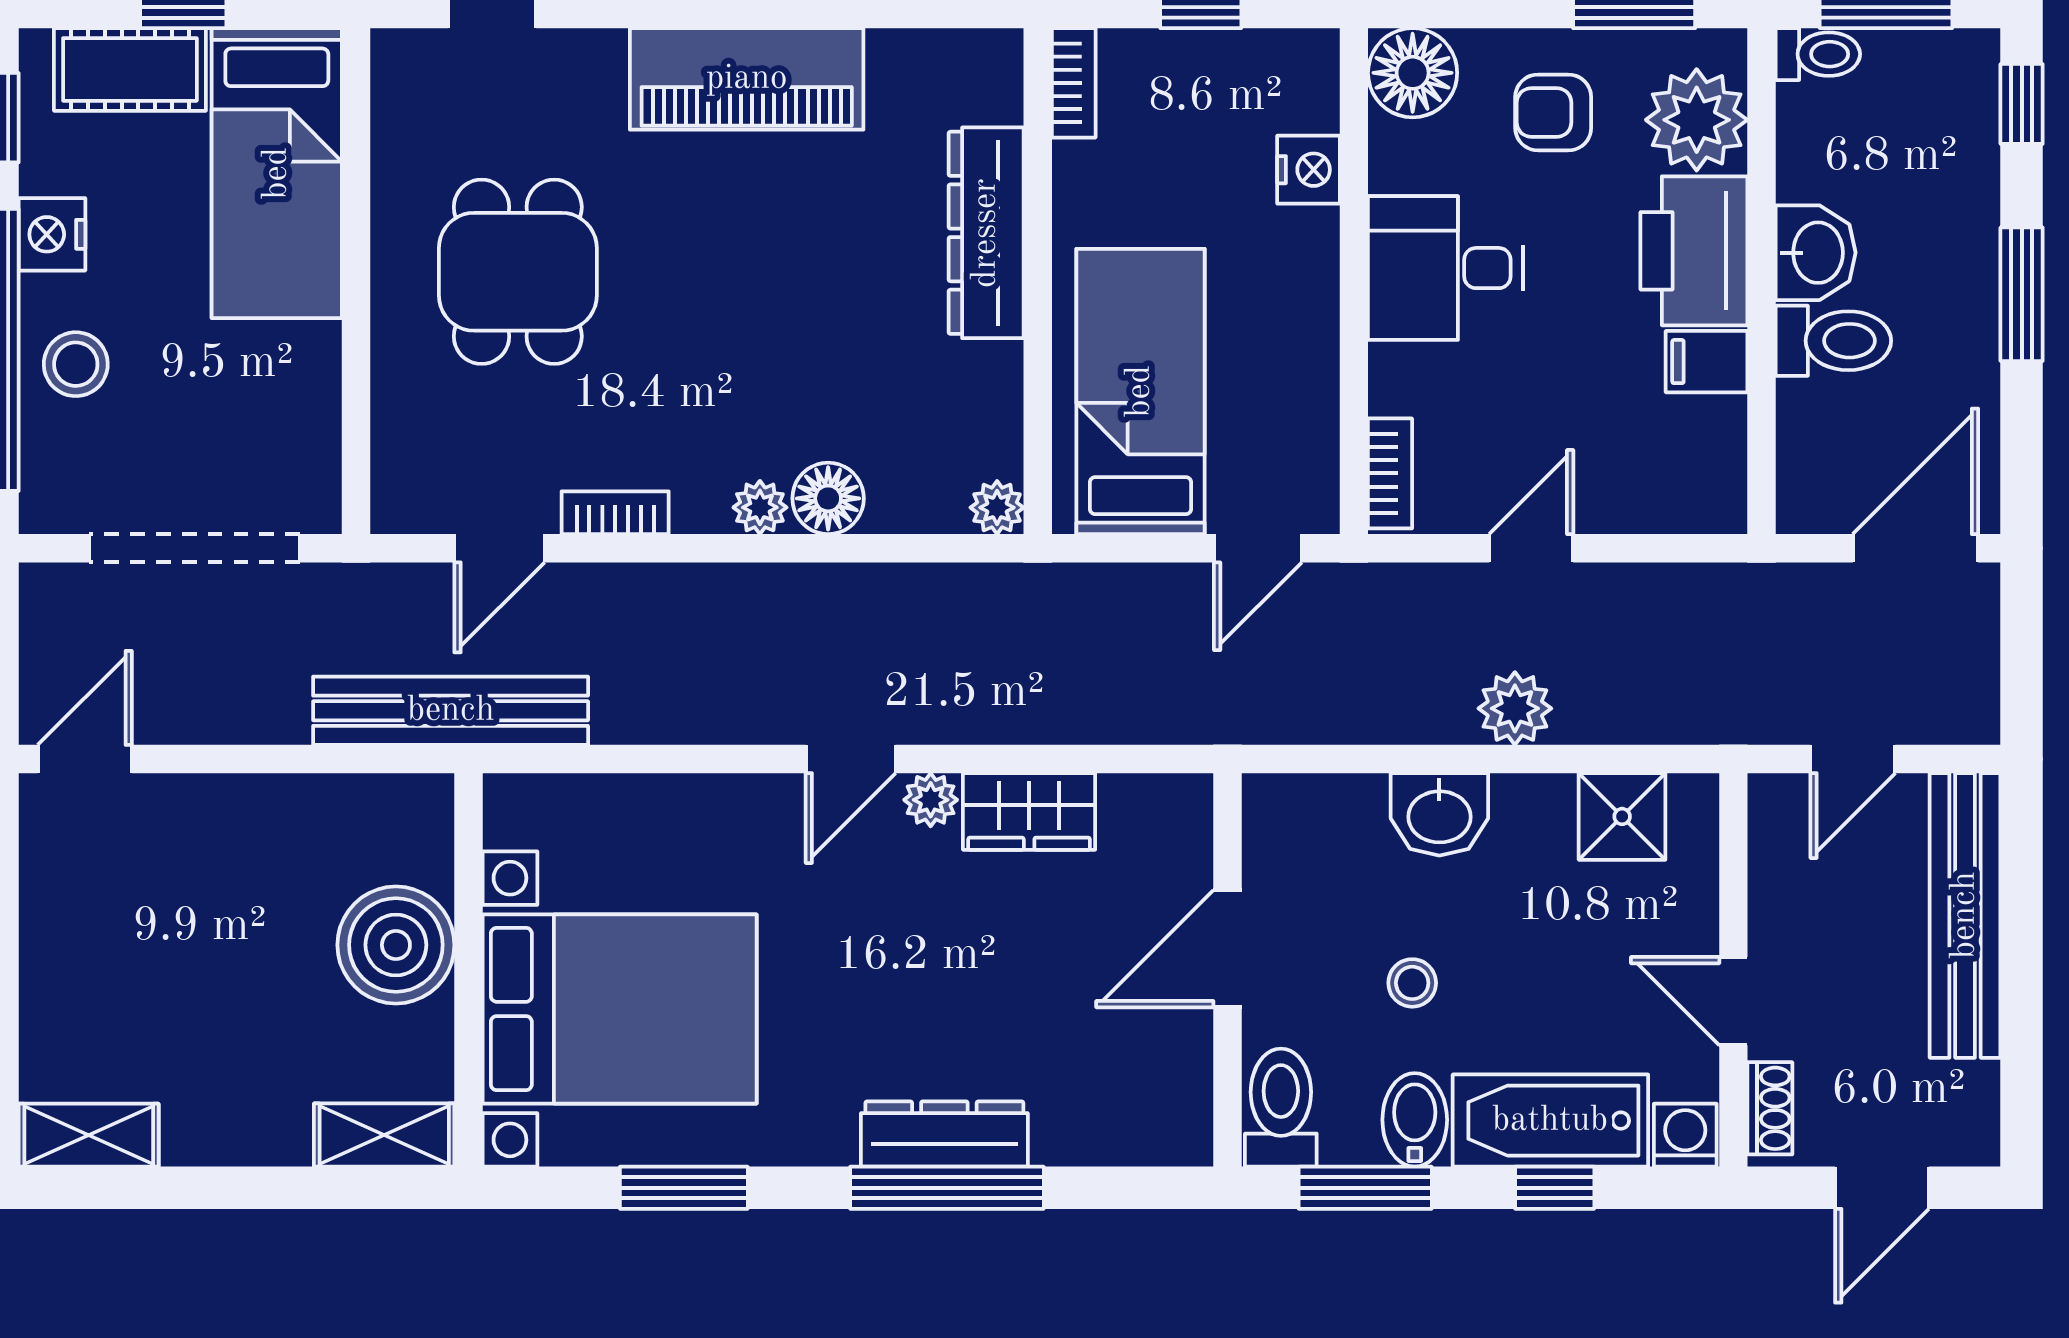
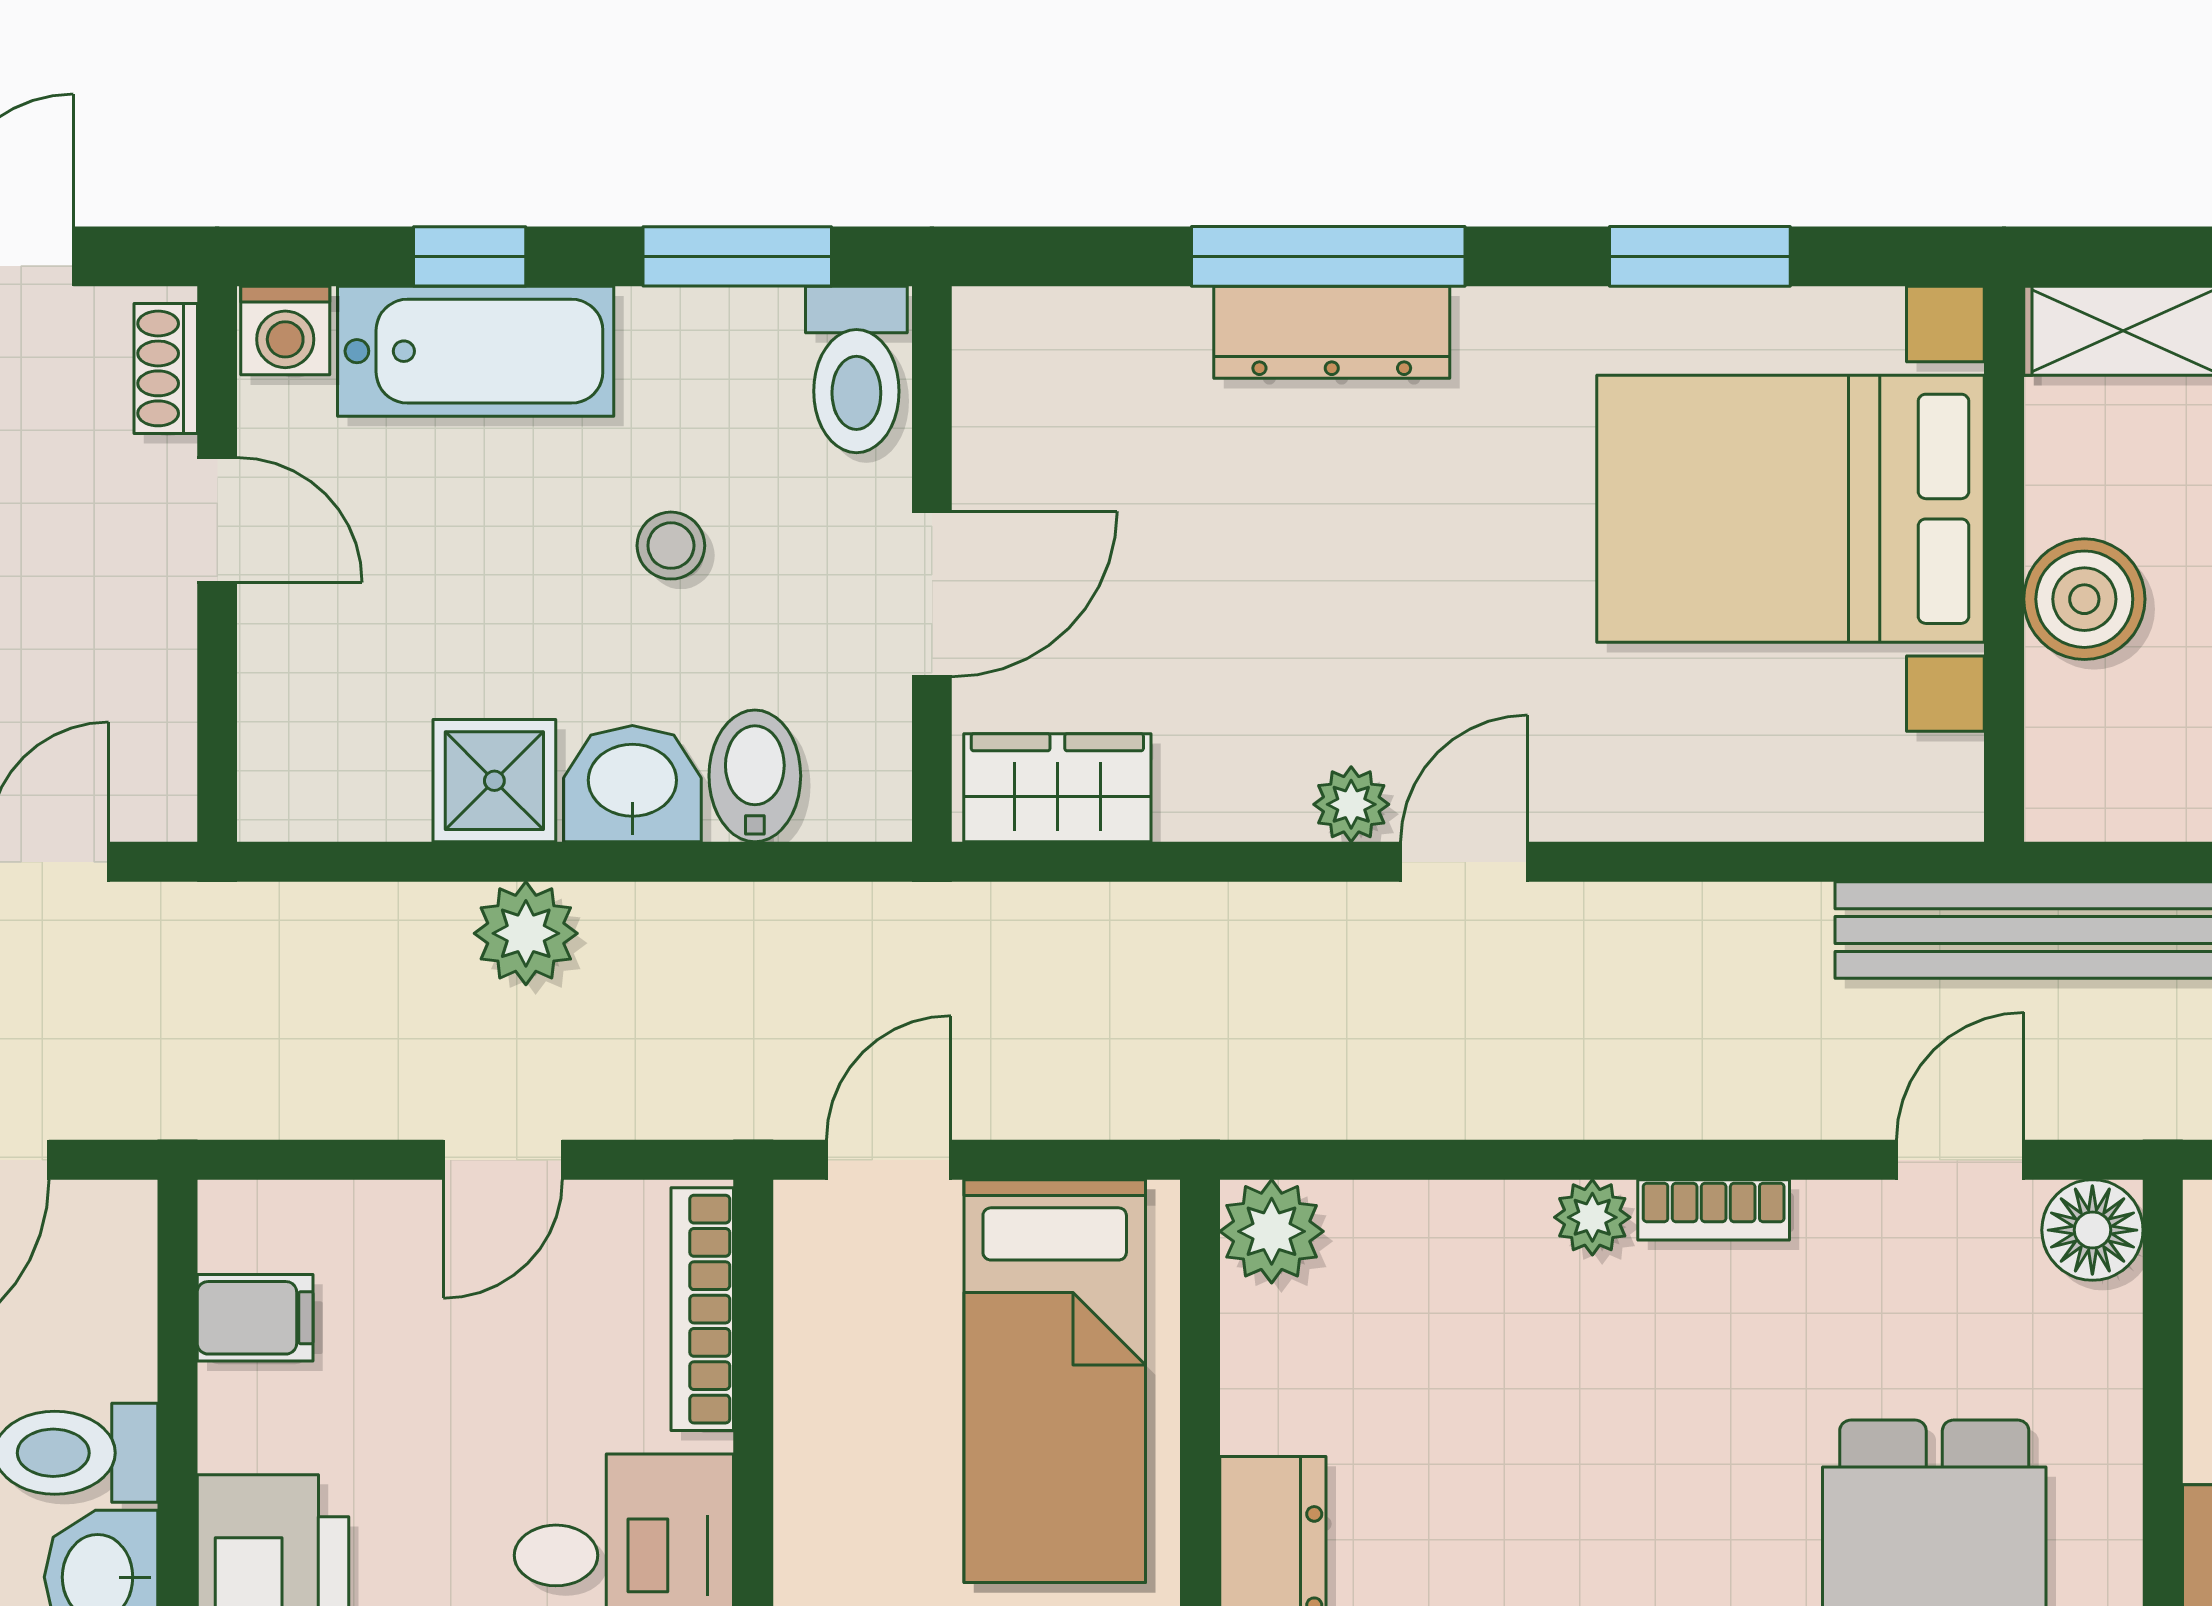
filing cabinet: (1707, 362) -> (255, 1318), moved
bookcase: (1390, 473) -> (702, 1309), width x1.56
floor lamp: (828, 498) -> (2092, 1230), moved
plant: (997, 508) -> (1272, 1231), width x1.38, depth x1.38
bookcase: (615, 513) -> (1714, 1210), moved
wardrobe: (1029, 811) -> (1057, 788), moved
shower: (1622, 816) -> (494, 781), moved
boiler: (396, 945) -> (2084, 599), width x0.73, depth x0.73
bidet: (1415, 1120) -> (755, 776), moved, turned 180

